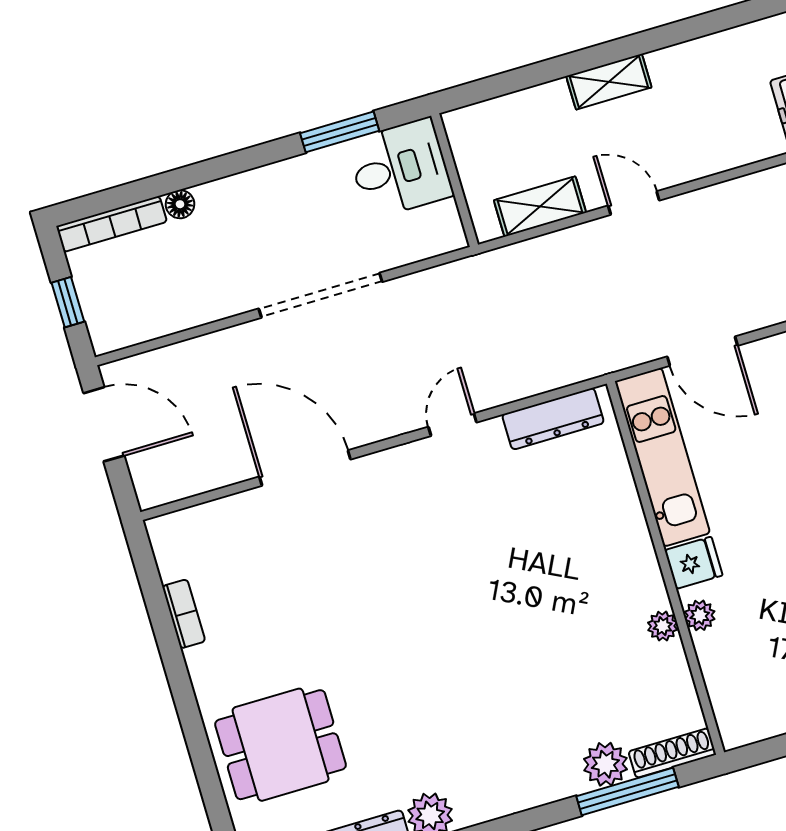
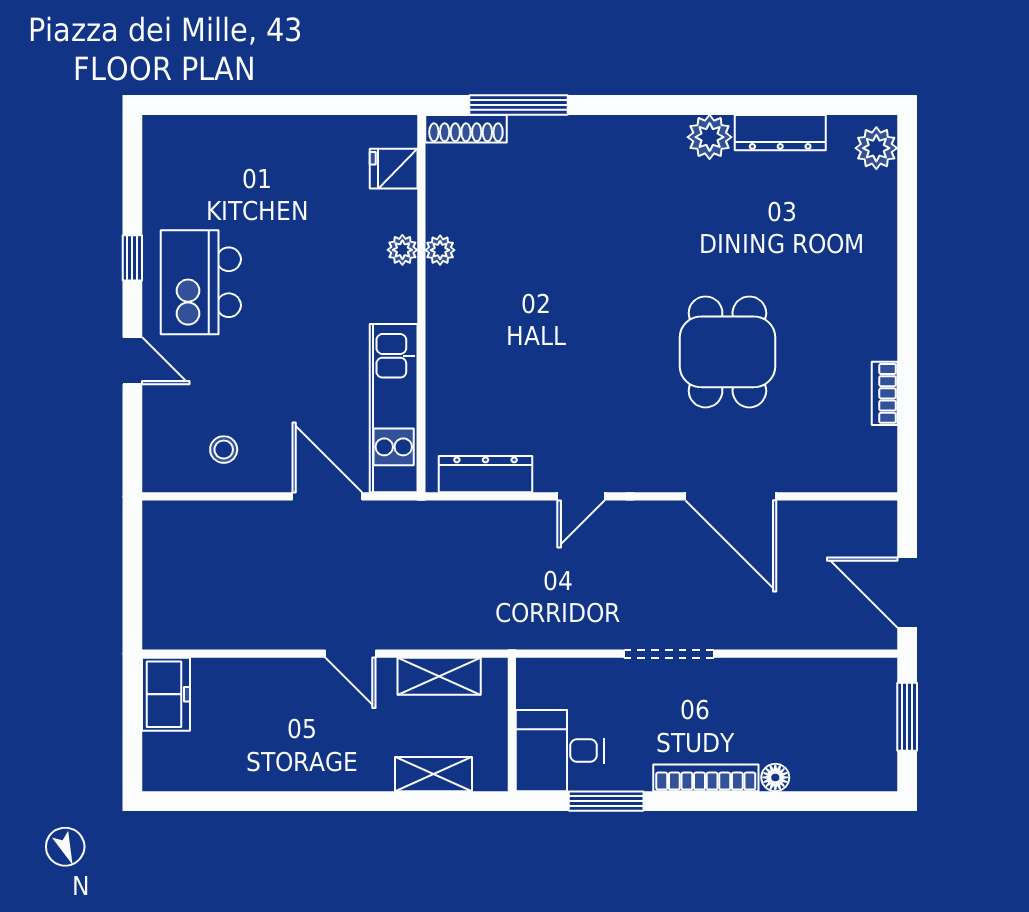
shelving: (609, 82) -> (433, 774), moved
bookcase: (112, 224) -> (706, 778), moved
doorway: (321, 295) -> (669, 654), width x0.73
window: (68, 302) -> (907, 717), width x1.50
fridge: (694, 563) -> (394, 169), moved
dining table: (281, 745) -> (727, 352), moved, turned 90
plant: (605, 764) -> (532, 137), removed

